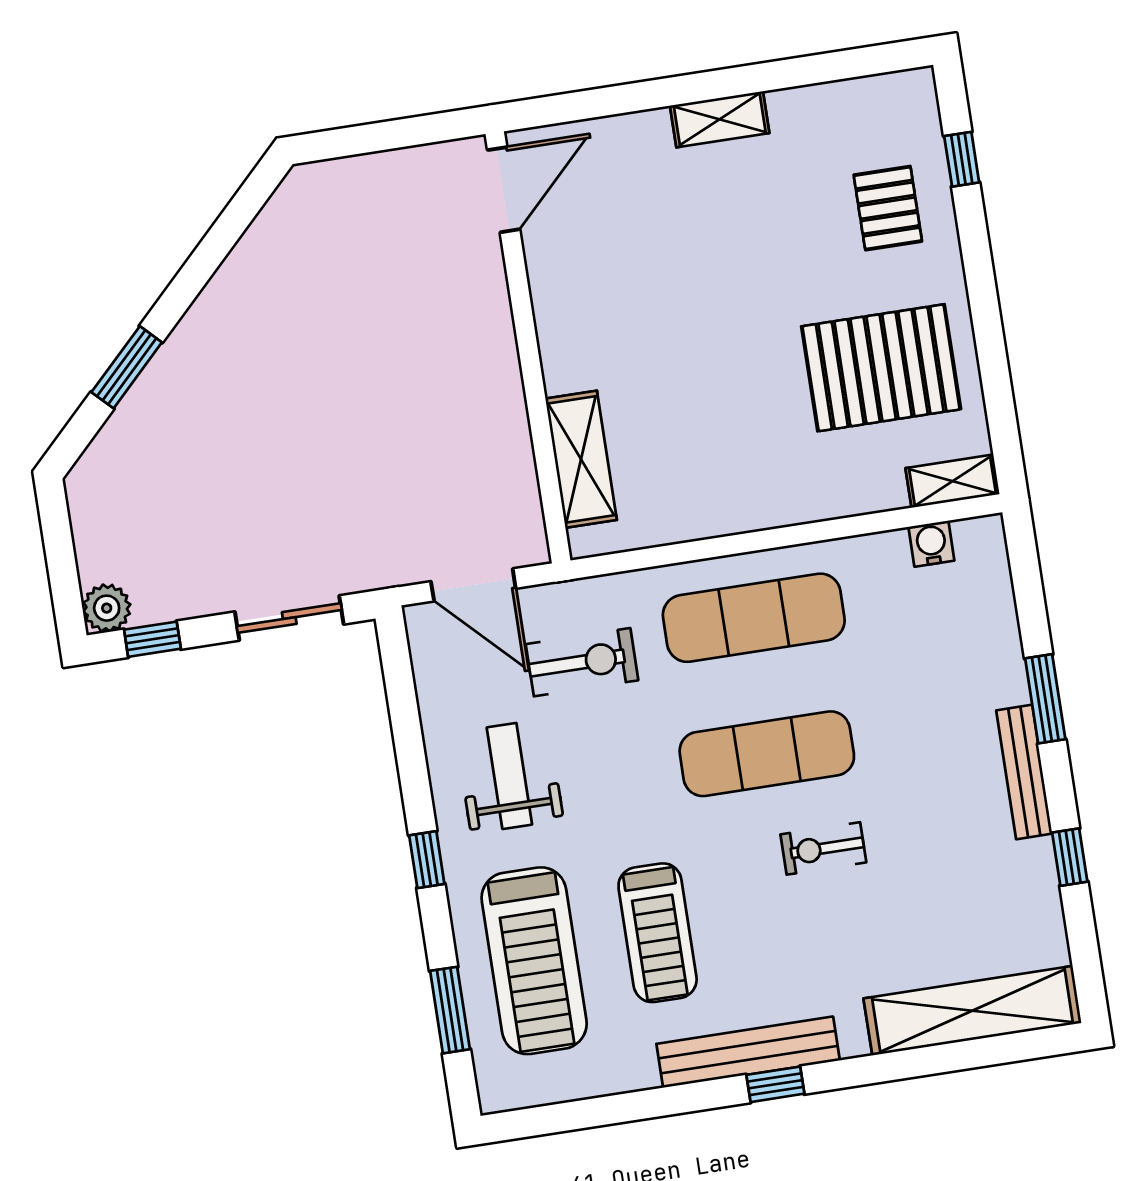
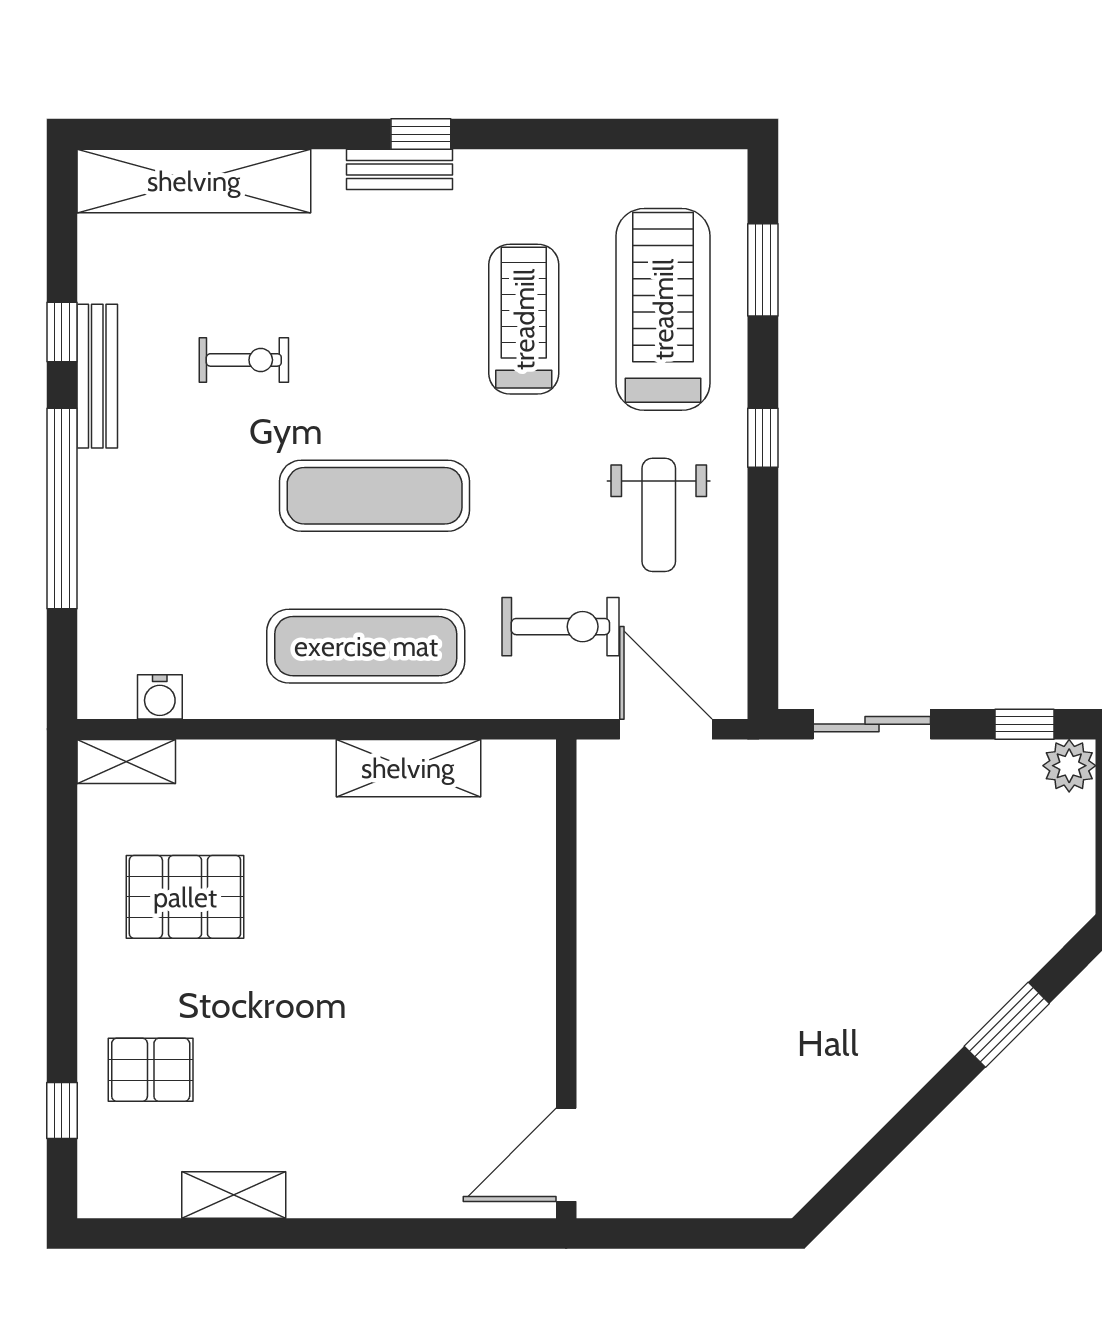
shelving: (720, 119) -> (234, 1195), moved
pallet: (888, 208) -> (151, 1070), turned 90
pallet: (881, 368) -> (185, 897), width x0.73, depth x0.71
shelving: (581, 459) -> (408, 768), moved, turned 90
exercise bike: (582, 662) -> (560, 627), turned 180
window: (1045, 699) -> (62, 509), width x2.11
bench: (1024, 772) -> (97, 376), moved
exercise bike: (823, 848) -> (244, 360), moved
bench: (748, 1052) -> (400, 169), width x0.54, depth x0.82

